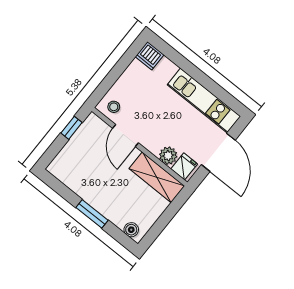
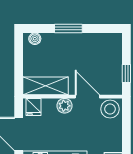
stool: (114, 107) -> (110, 109), width x1.89, depth x1.89
plant: (168, 156) -> (64, 106), moved

